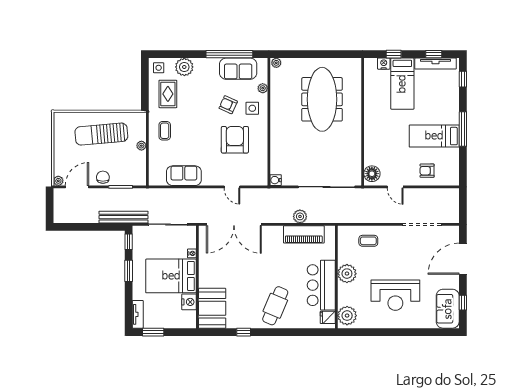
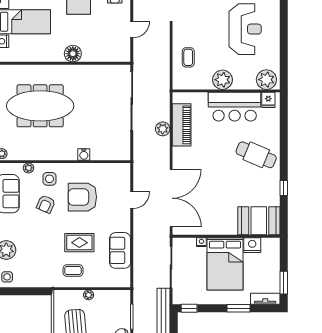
rug: (168, 94) -> (79, 243), moved
floor lamp: (372, 174) -> (73, 54), moved
water cooler: (276, 180) -> (84, 154), moved
window: (129, 271) -> (239, 308), moved

